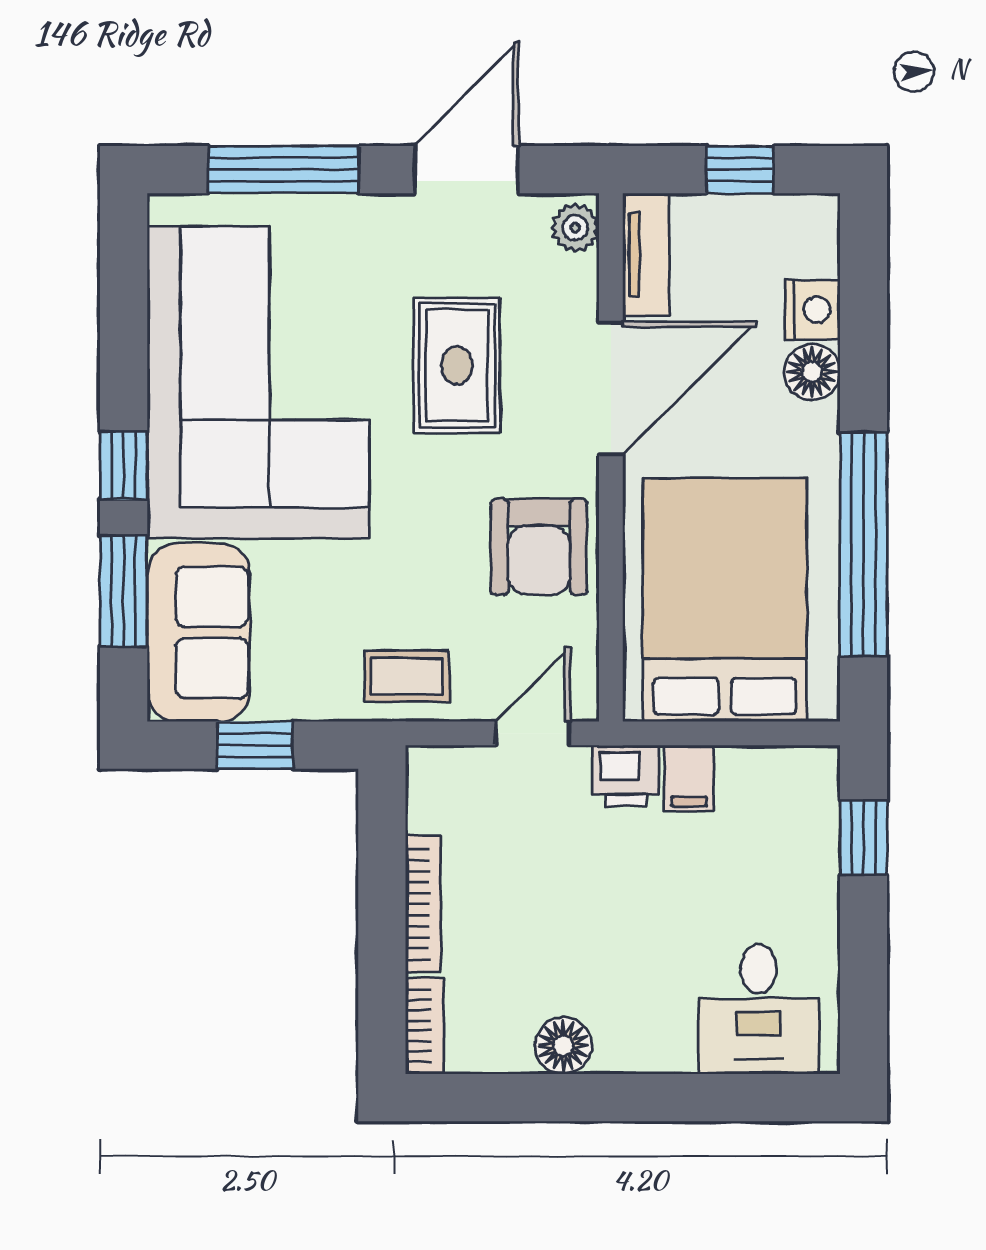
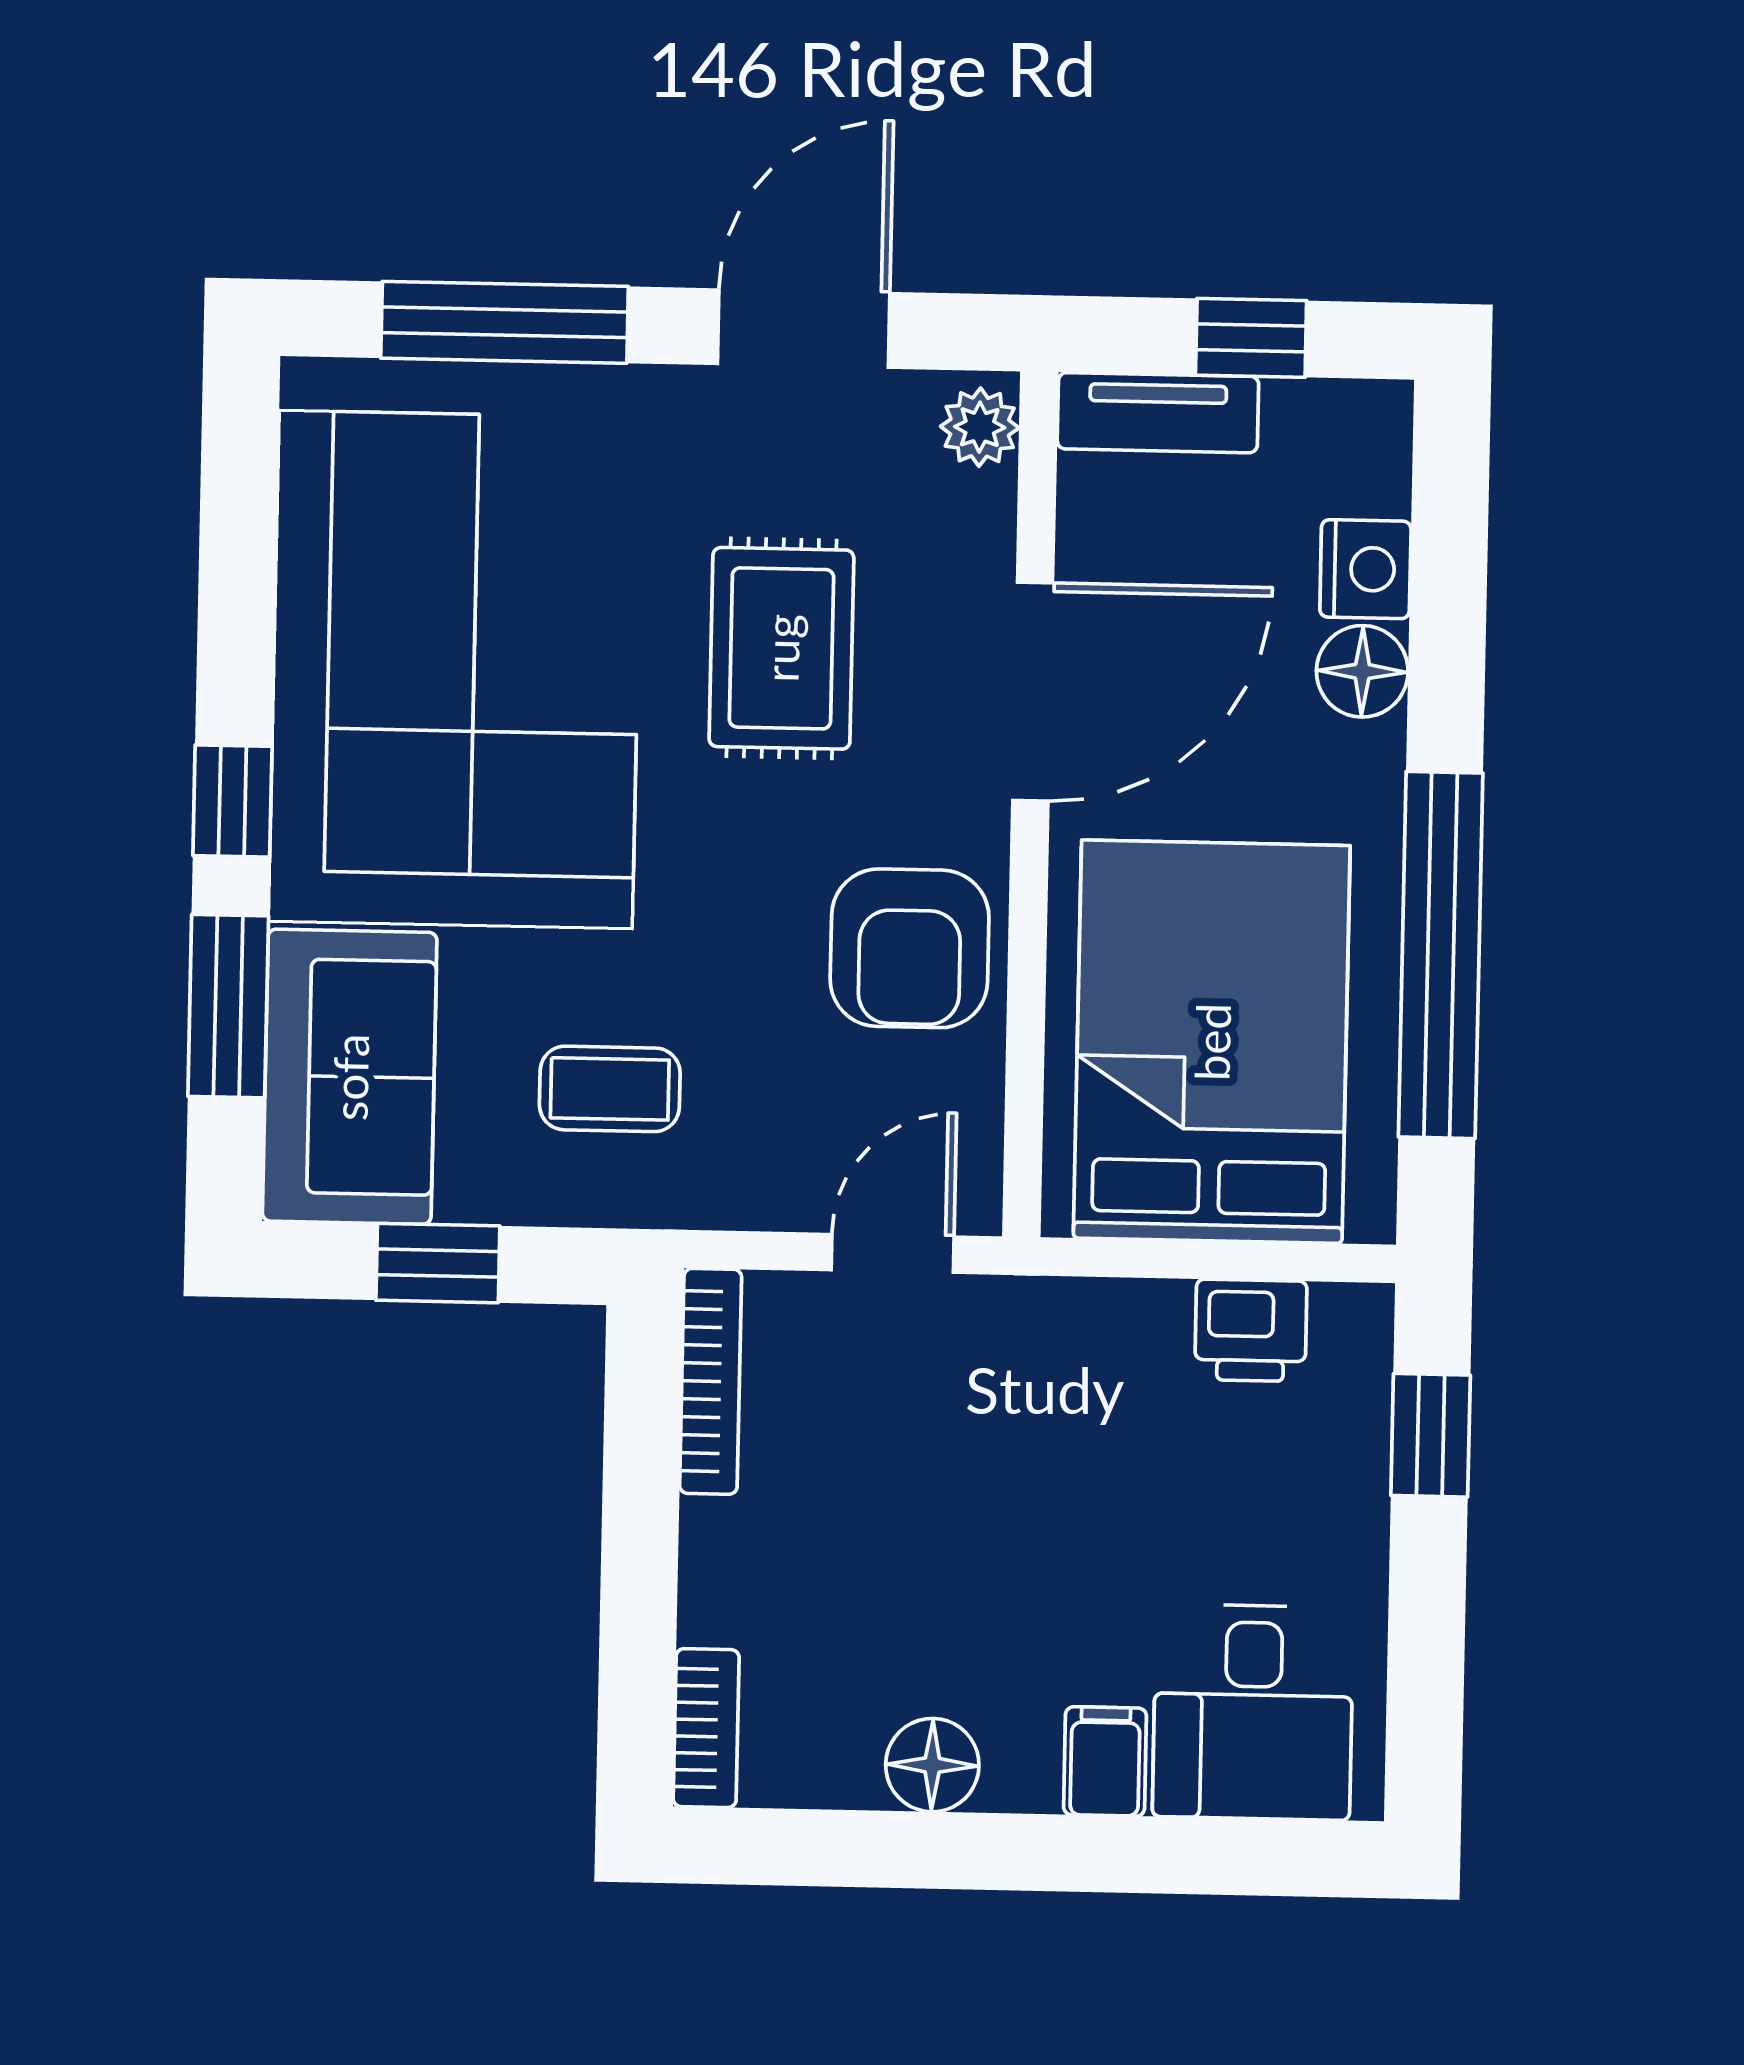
tv unit: (646, 254) -> (1158, 413), moved, turned 90
coffee table: (407, 676) -> (610, 1089), moved
printer: (626, 776) -> (1251, 1330), moved
filing cabinet: (689, 778) -> (1105, 1761), moved, turned 180
bookcase: (423, 904) -> (711, 1381), moved

